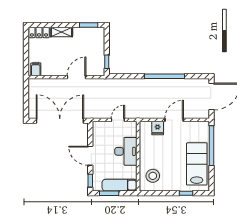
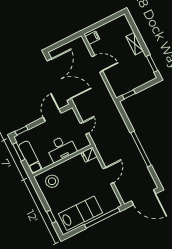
locker: (39, 32) -> (125, 25), removed
door: (76, 77) -> (97, 64), moved
door: (118, 120) -> (84, 128), hinge flipped
door: (174, 120) -> (108, 176), hinge flipped
fridge: (158, 128) -> (89, 155), moved
door: (90, 156) -> (52, 115), moved

